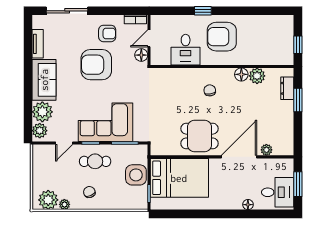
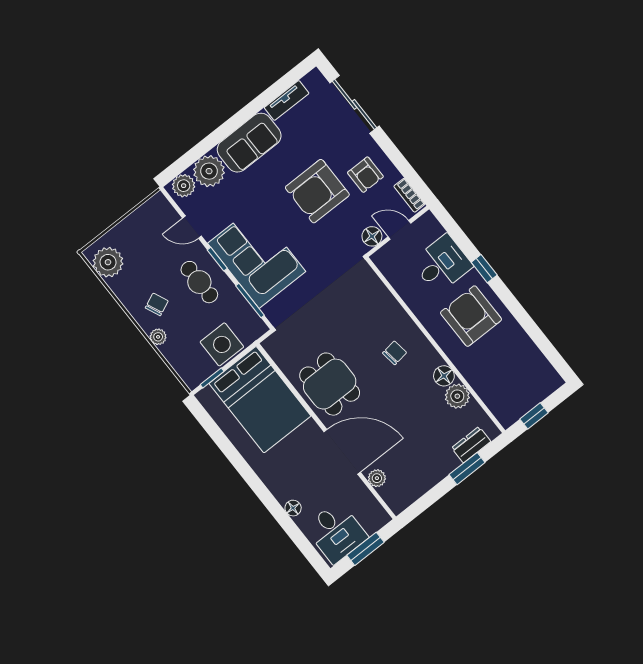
desk: (186, 50) -> (442, 264), moved, turned 180
armchair: (96, 65) -> (317, 191), turned -90
plant: (64, 204) -> (158, 337), moved

